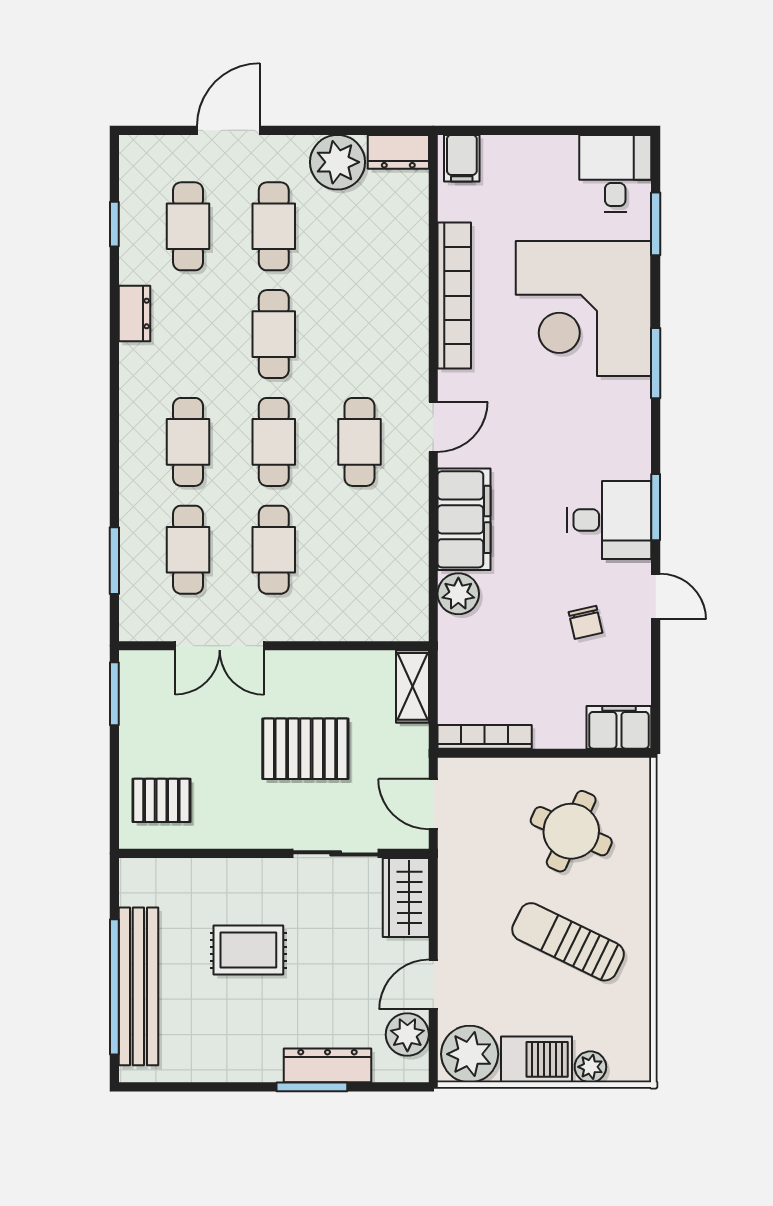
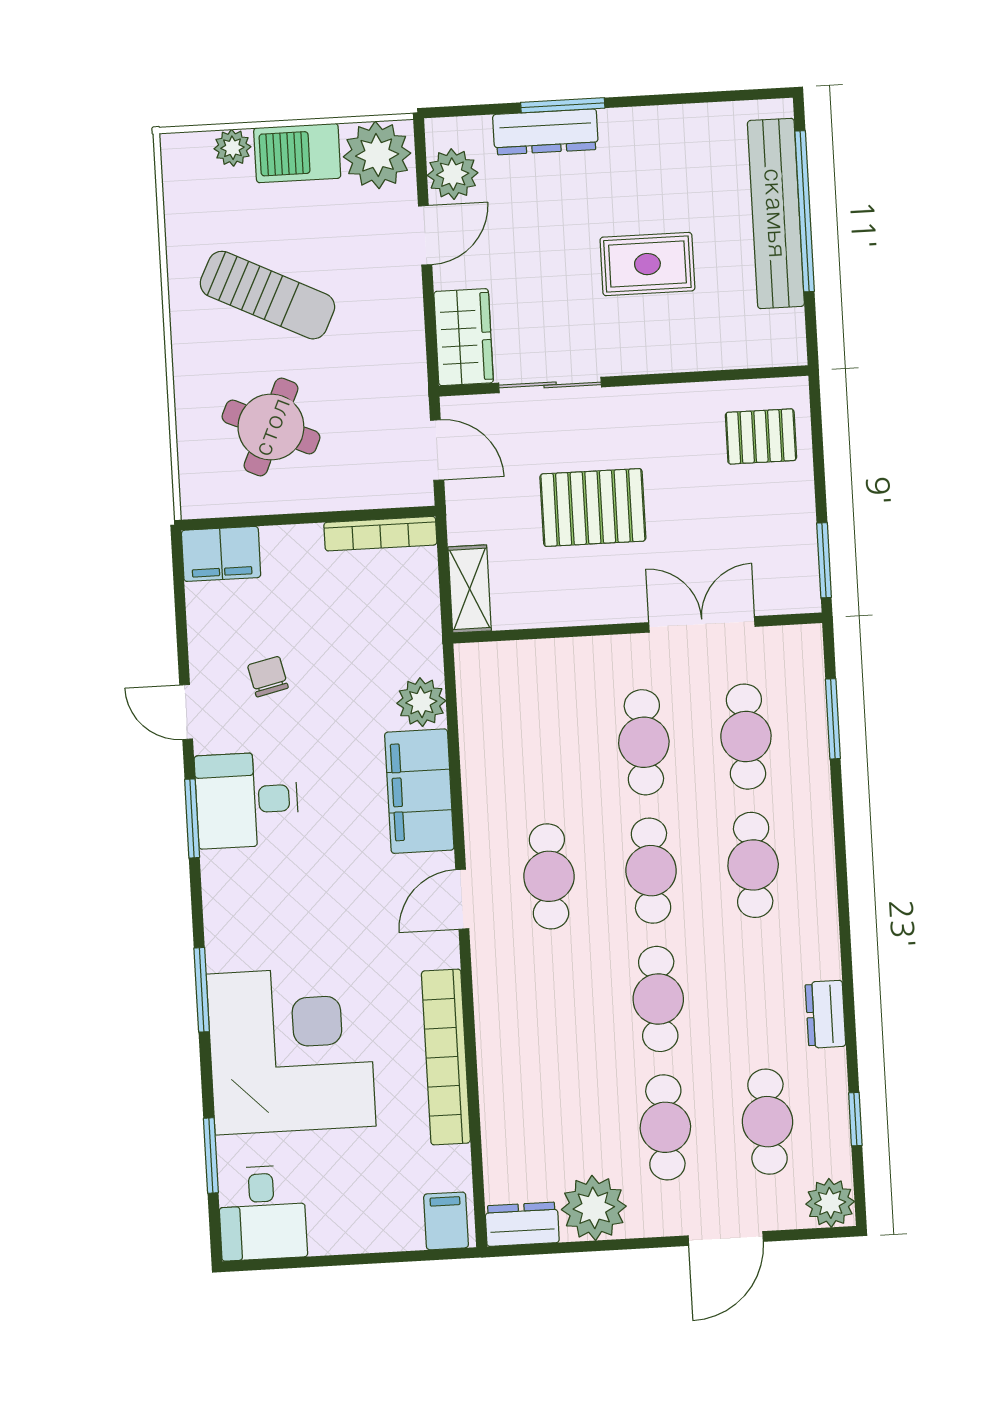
plant: (139, 155) -> (830, 1203), added

